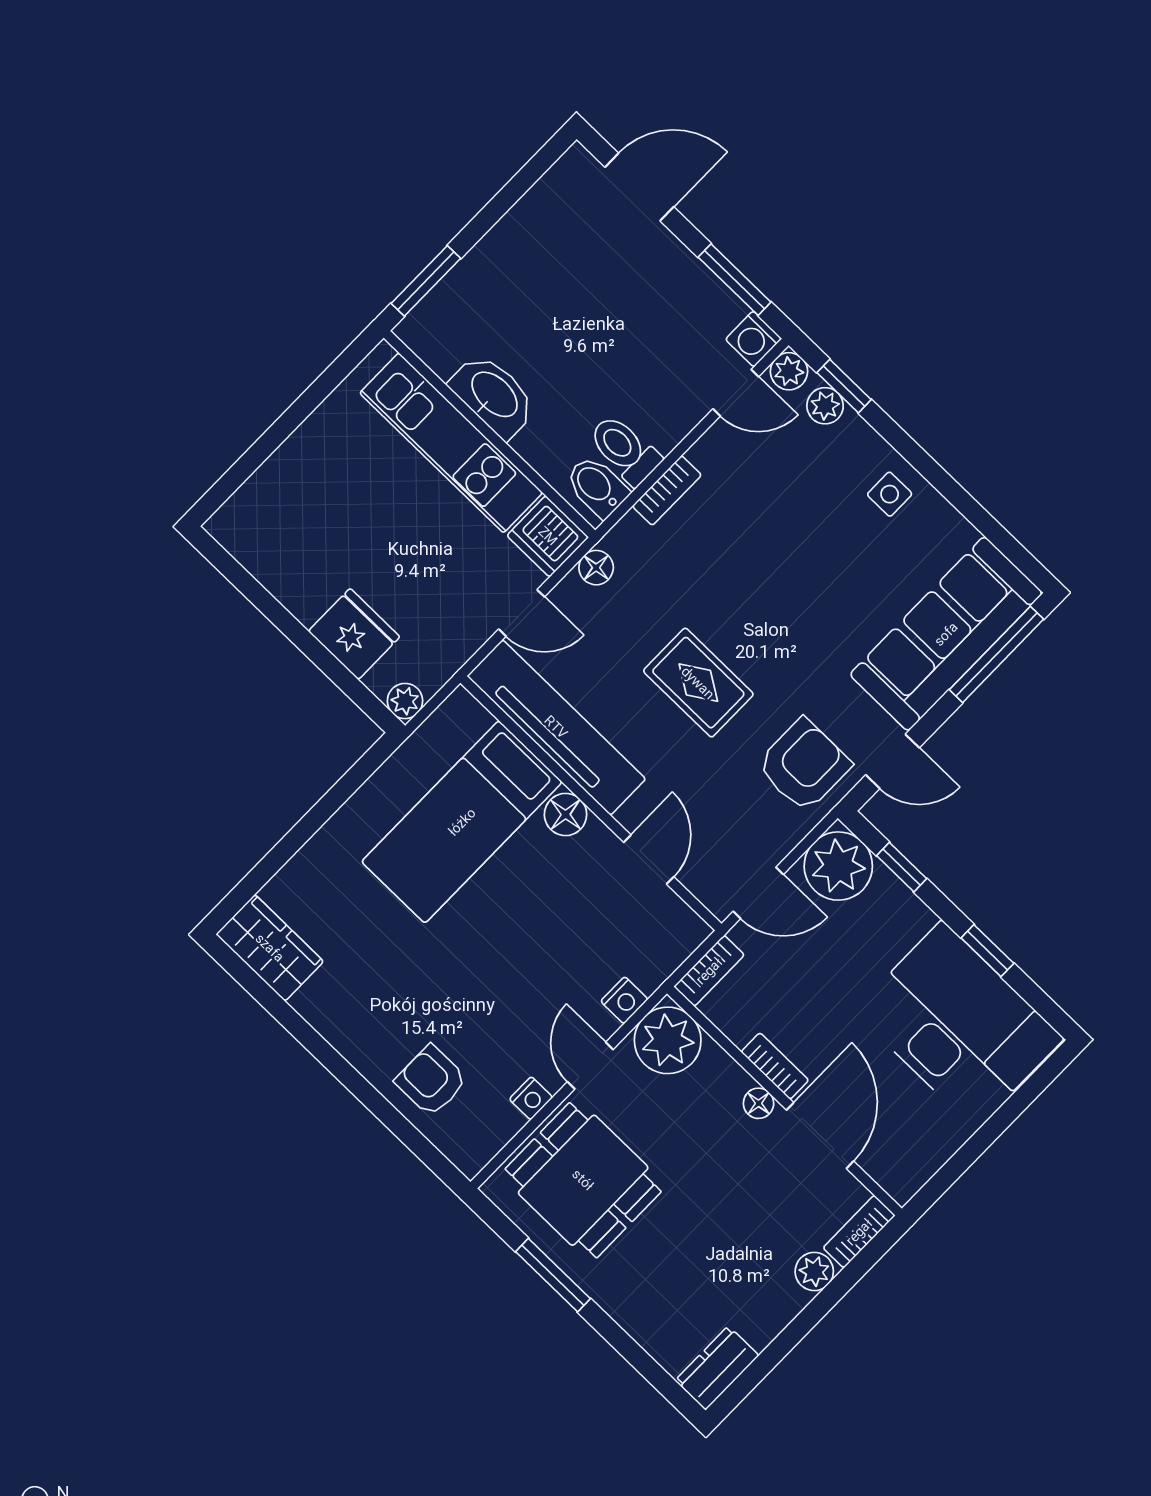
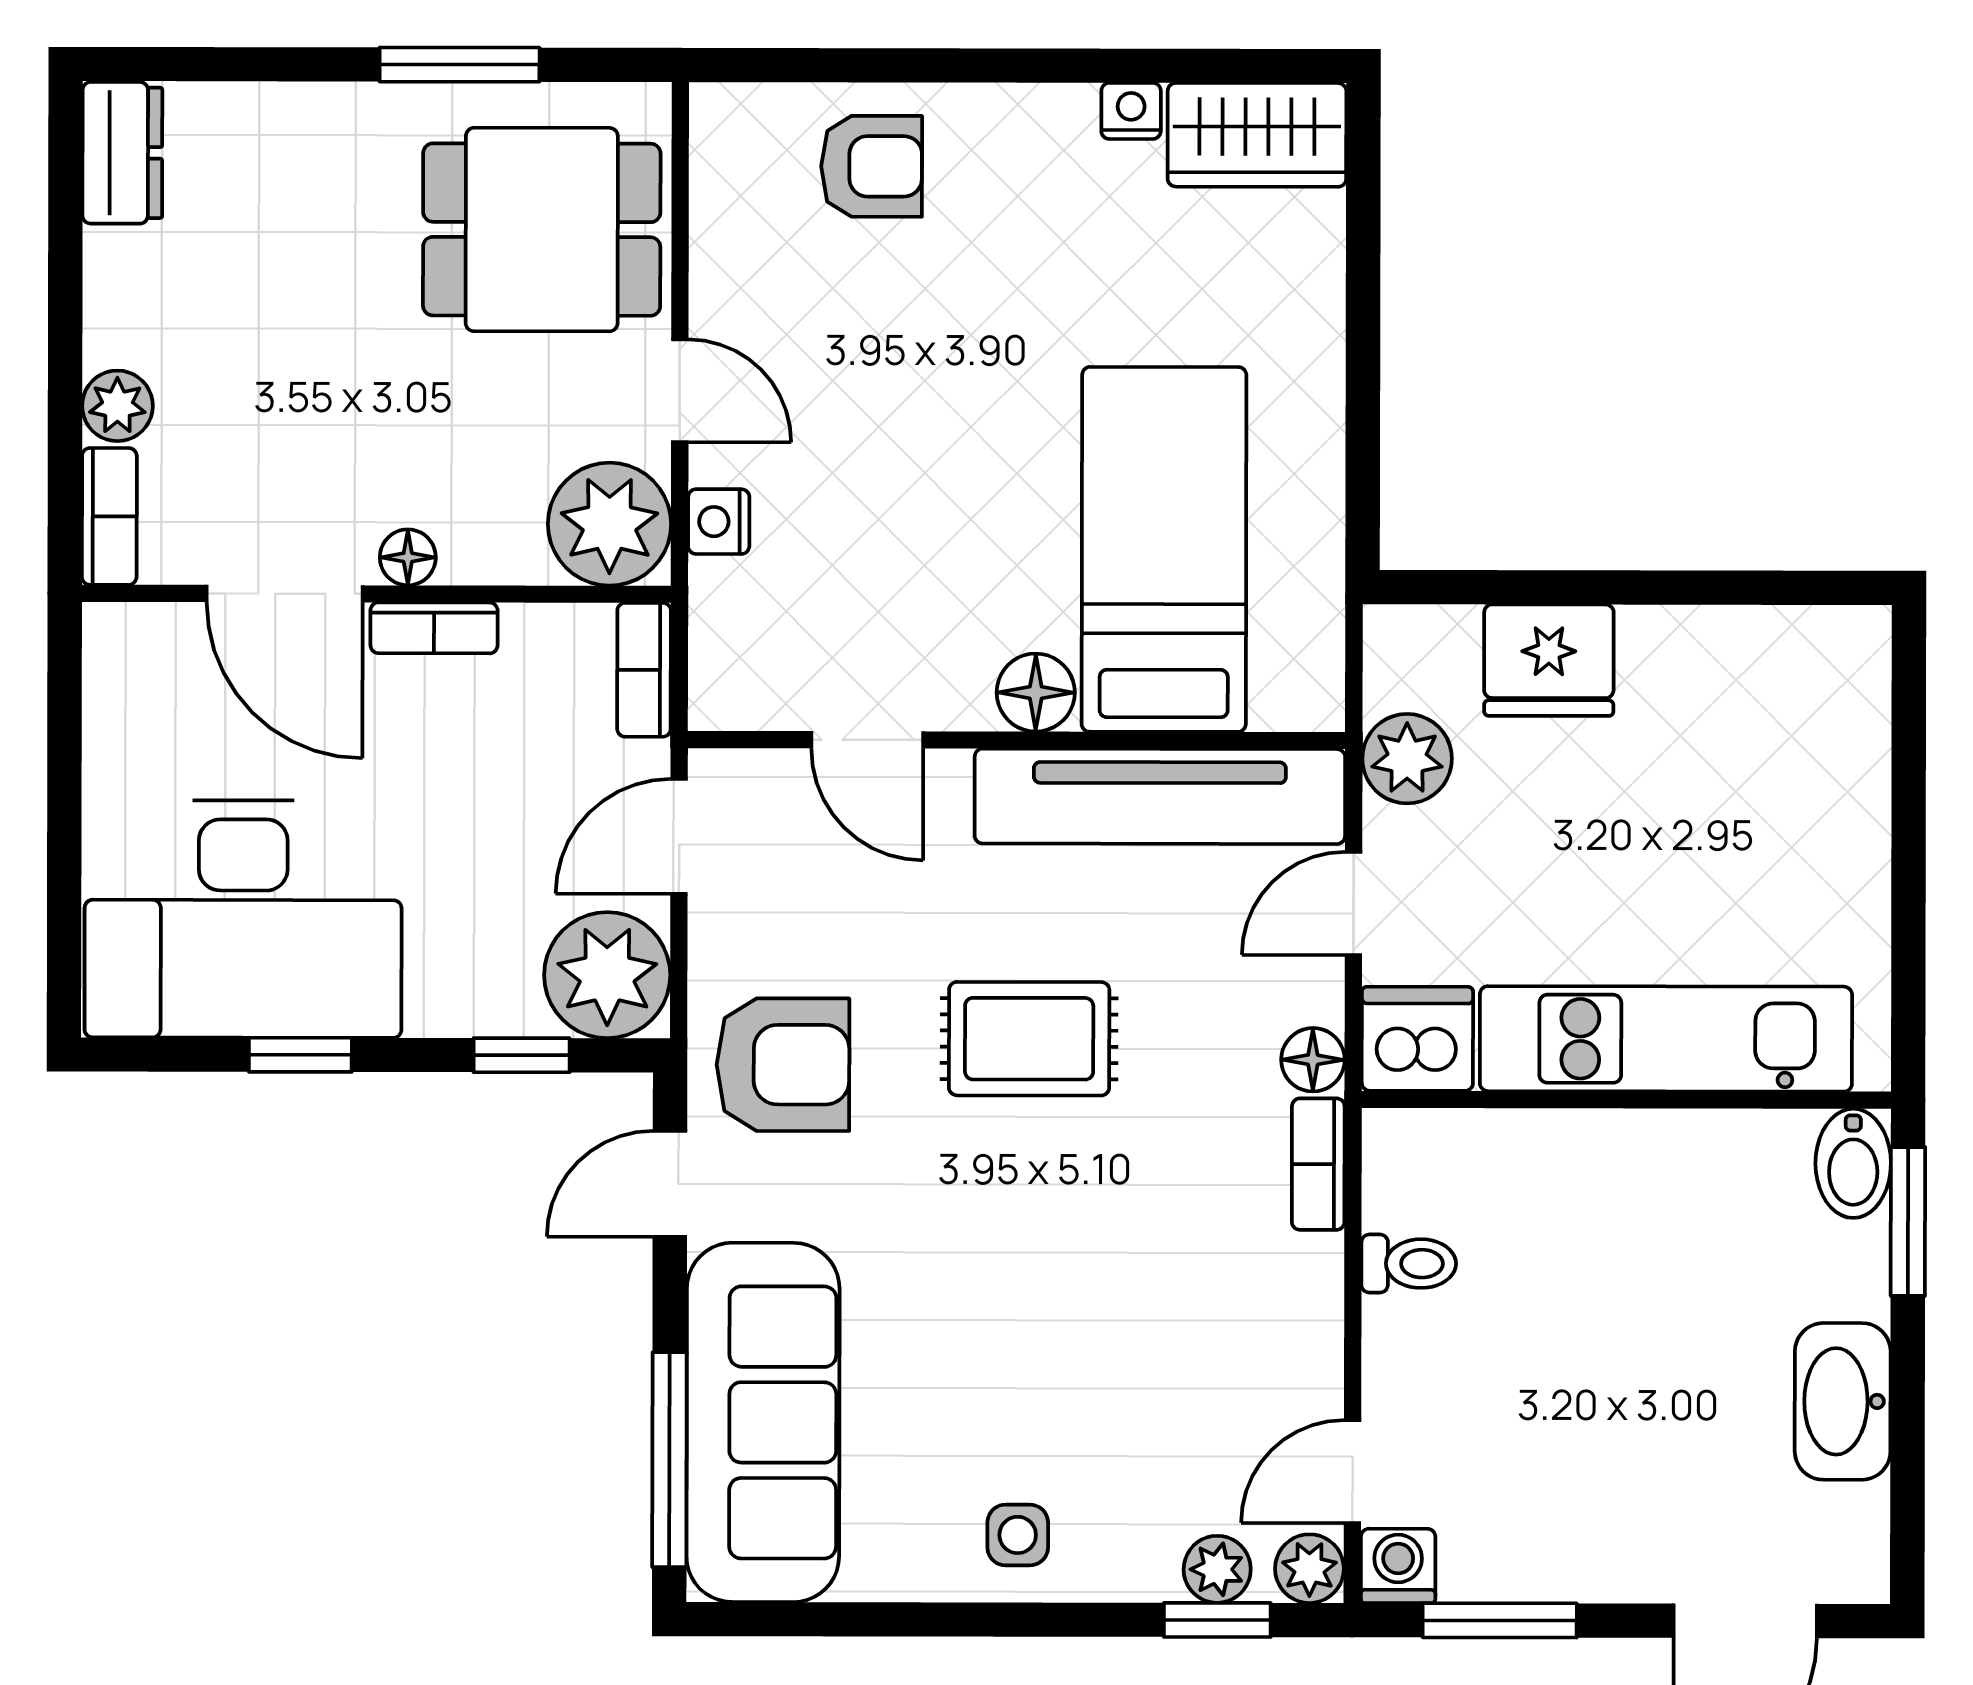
washbasin: (493, 395) -> (1843, 1401), moved, turned 90
toilet: (624, 450) -> (1409, 1264), width x0.73, depth x0.72
bidet: (597, 487) -> (1853, 1163), moved, turned 90
bookcase: (667, 491) -> (1318, 1164), moved
plant: (405, 701) -> (1407, 759), moved, width x1.38, depth x1.38
armchair: (804, 765) -> (783, 1065), turned -90
nightstand: (531, 1098) -> (1131, 111), moved, turned 90

